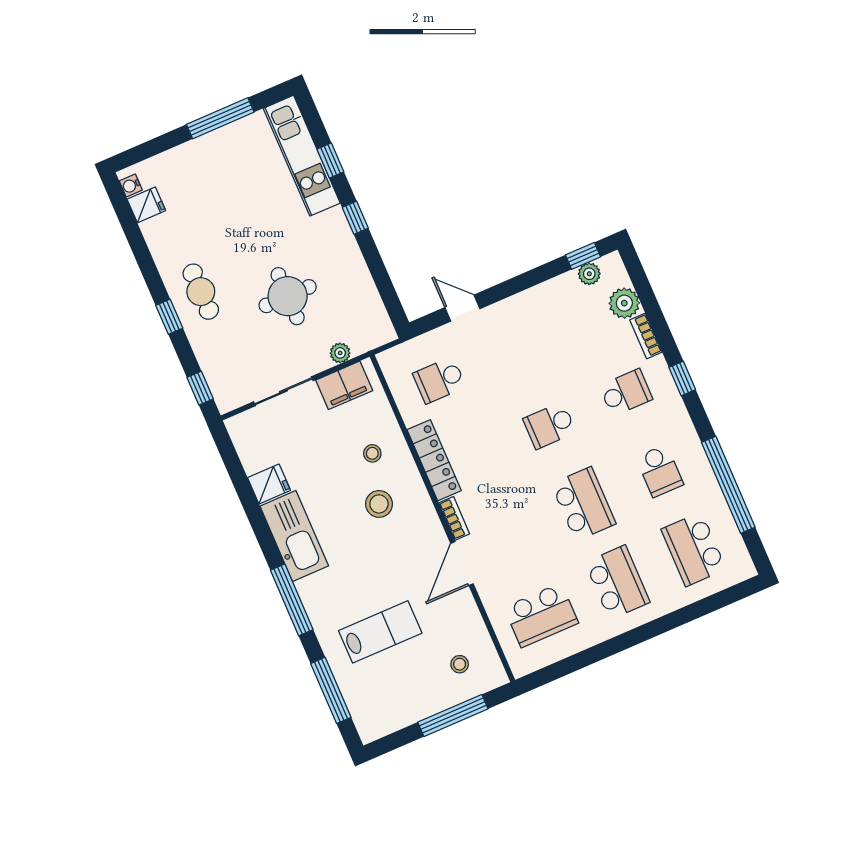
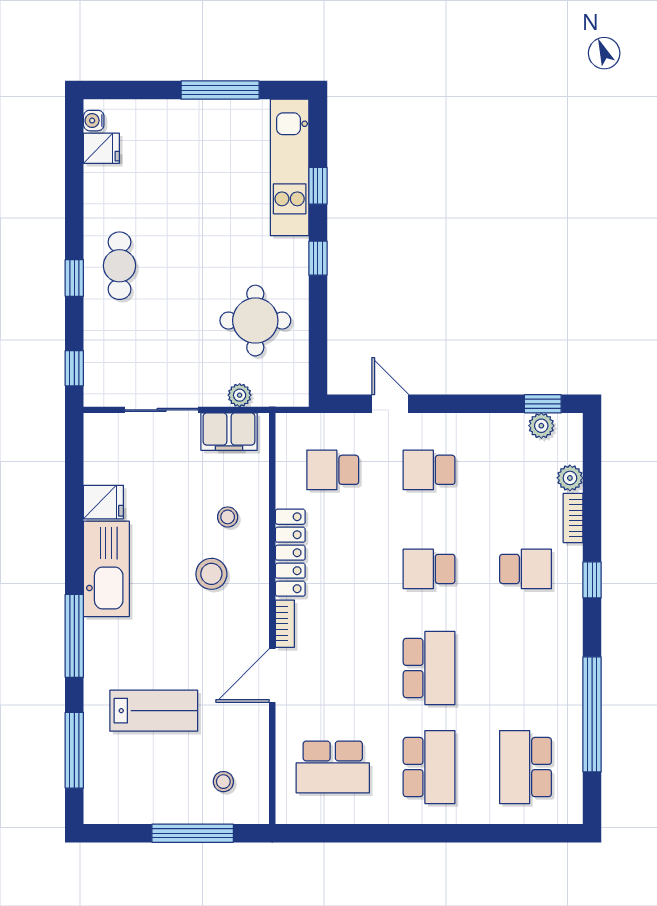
round table: (288, 296) -> (255, 321), moved
plant: (624, 303) -> (570, 478), width x0.73, depth x0.73
school desk: (660, 471) -> (429, 470), moved, turned 90

